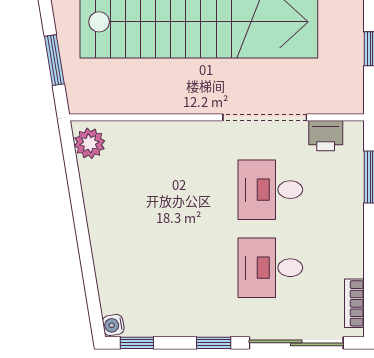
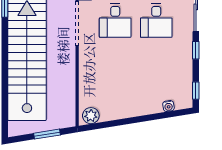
water cooler: (113, 325) -> (168, 106), moved

